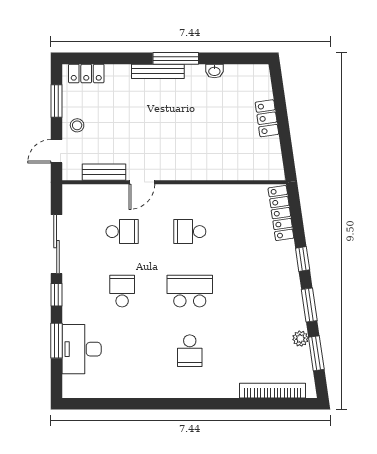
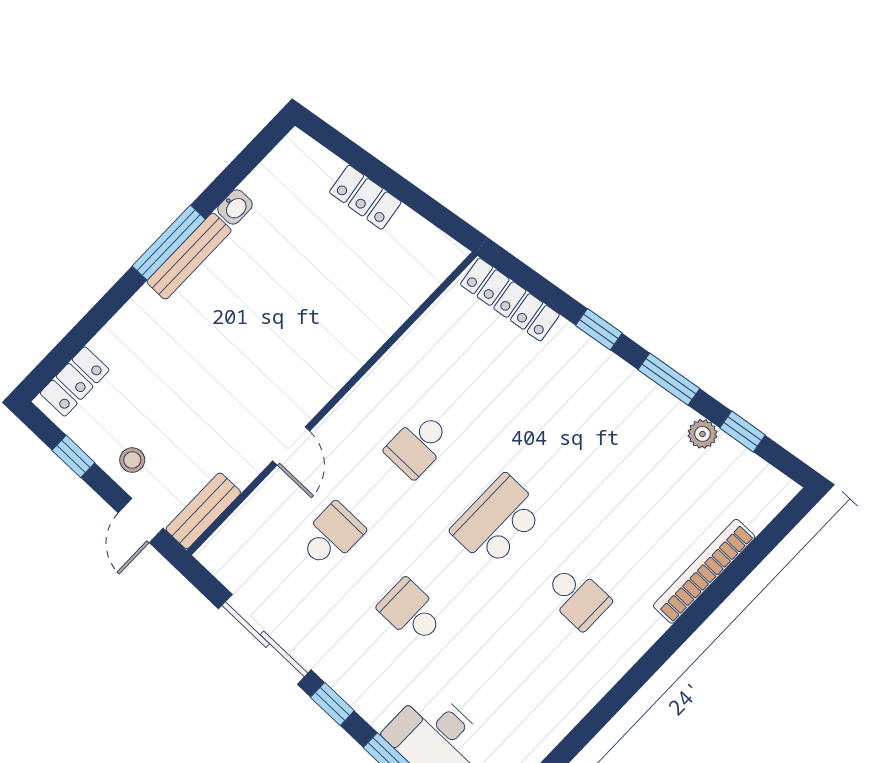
bench: (158, 71) -> (189, 256), moved
window: (57, 101) -> (73, 456), width x0.67
bench: (104, 172) -> (203, 511), moved
window: (316, 353) -> (742, 431), width x0.67
bookcase: (272, 391) -> (704, 571), moved

